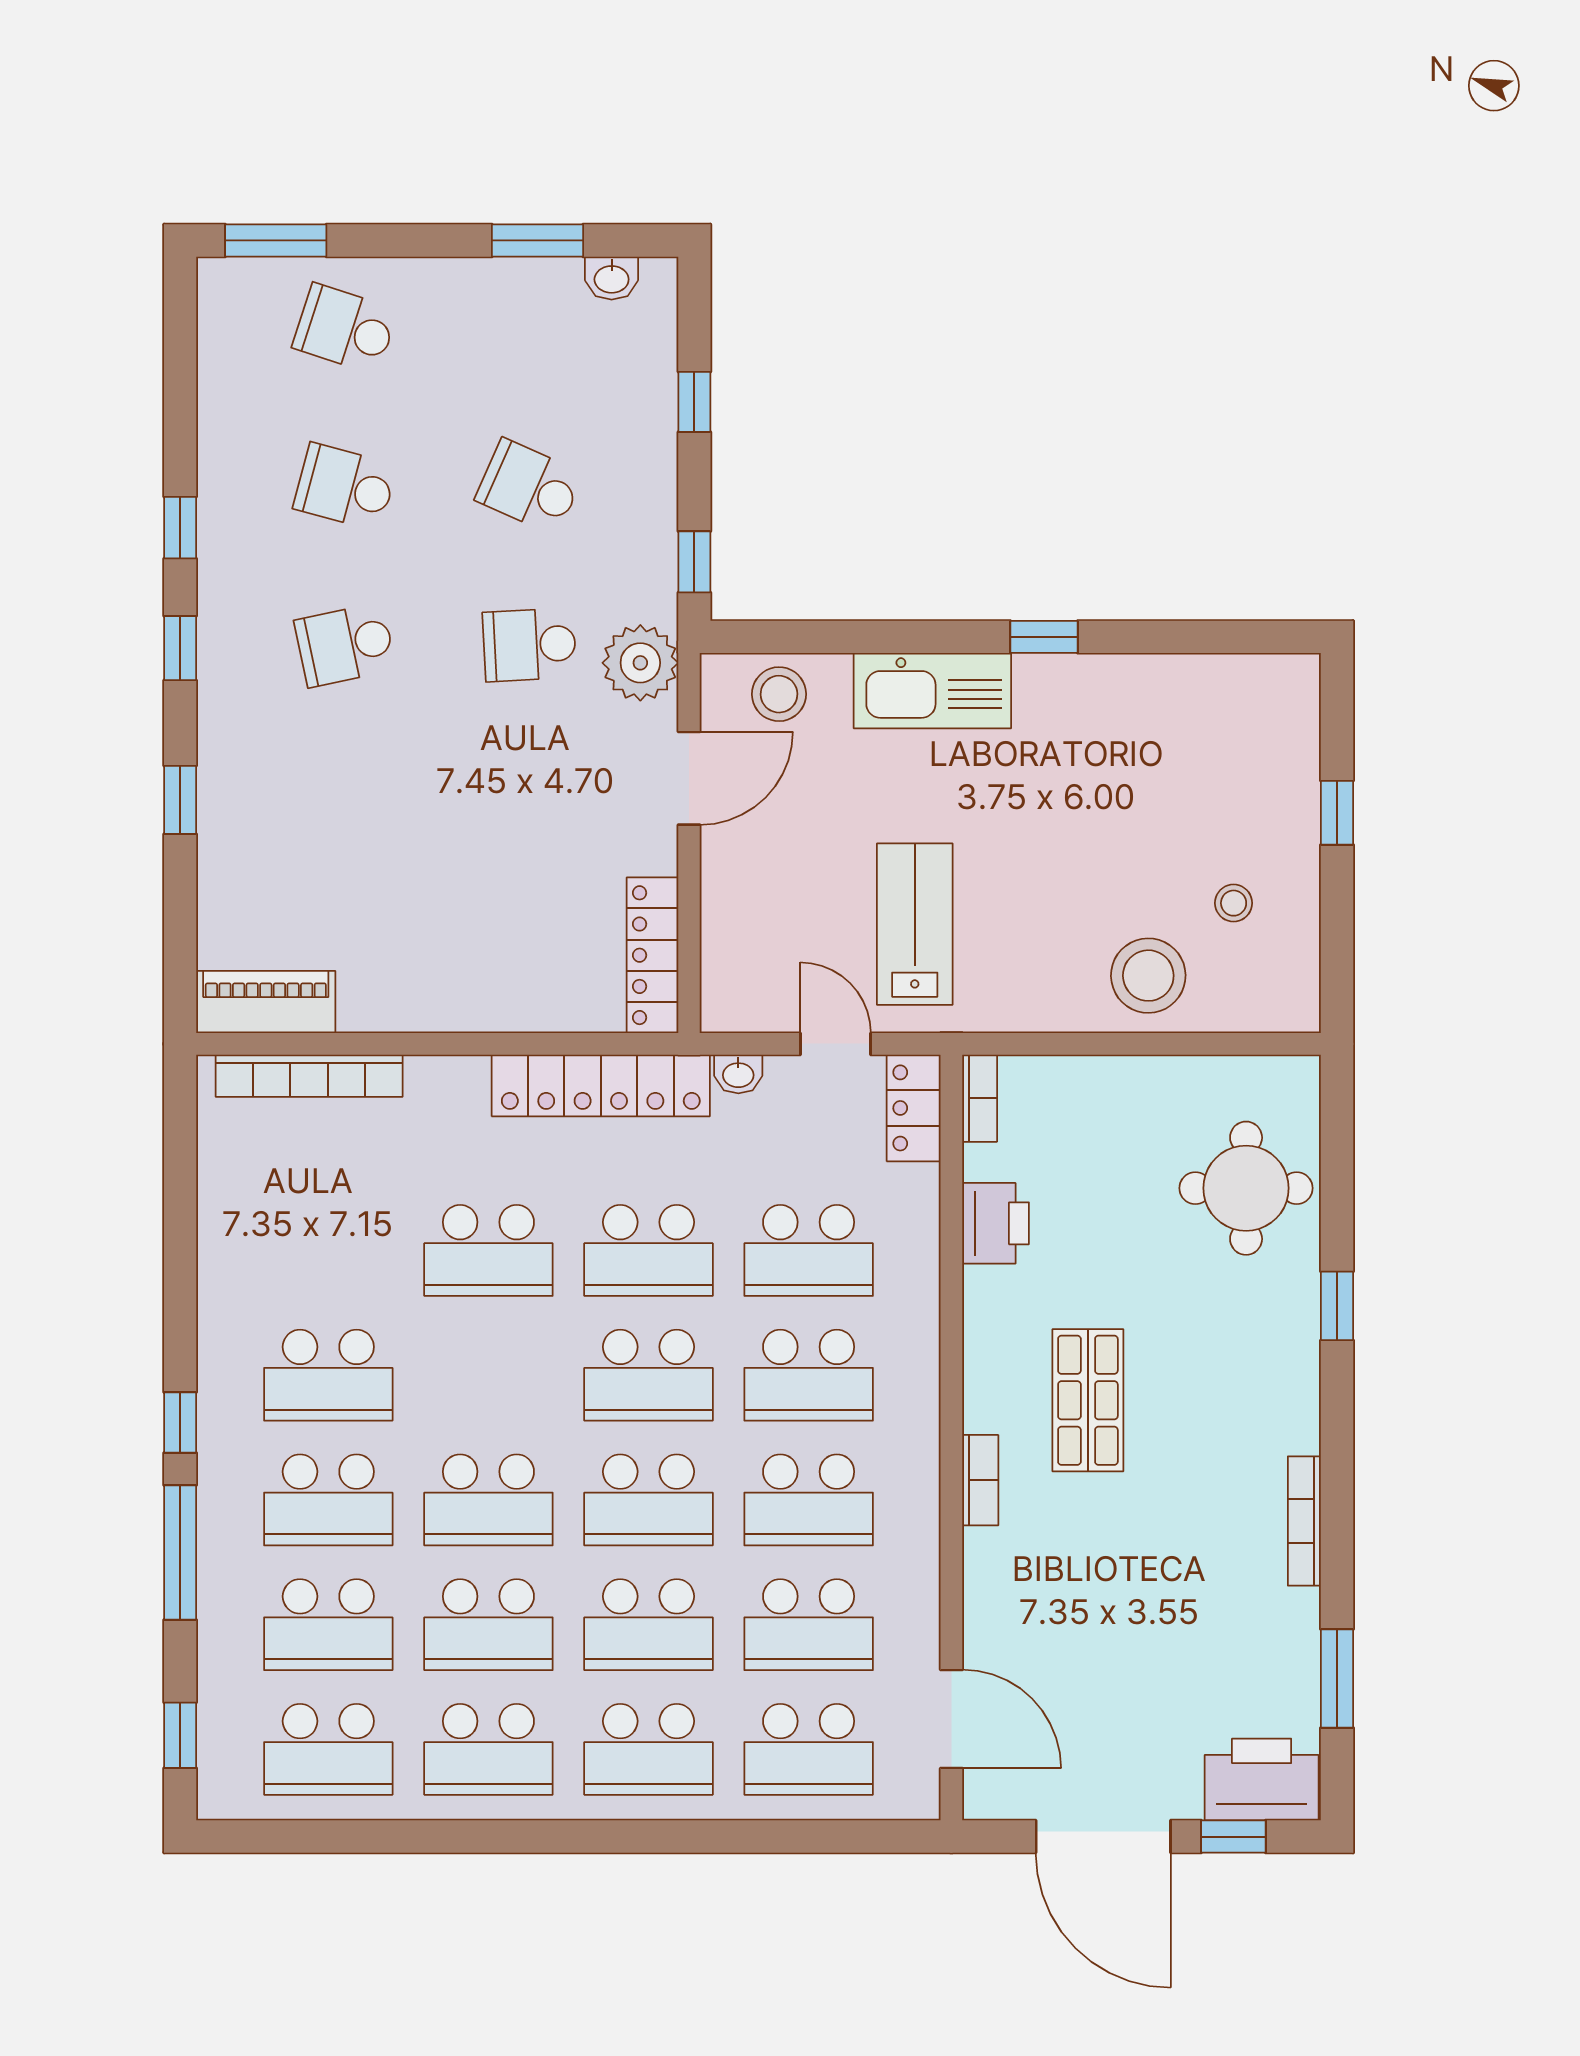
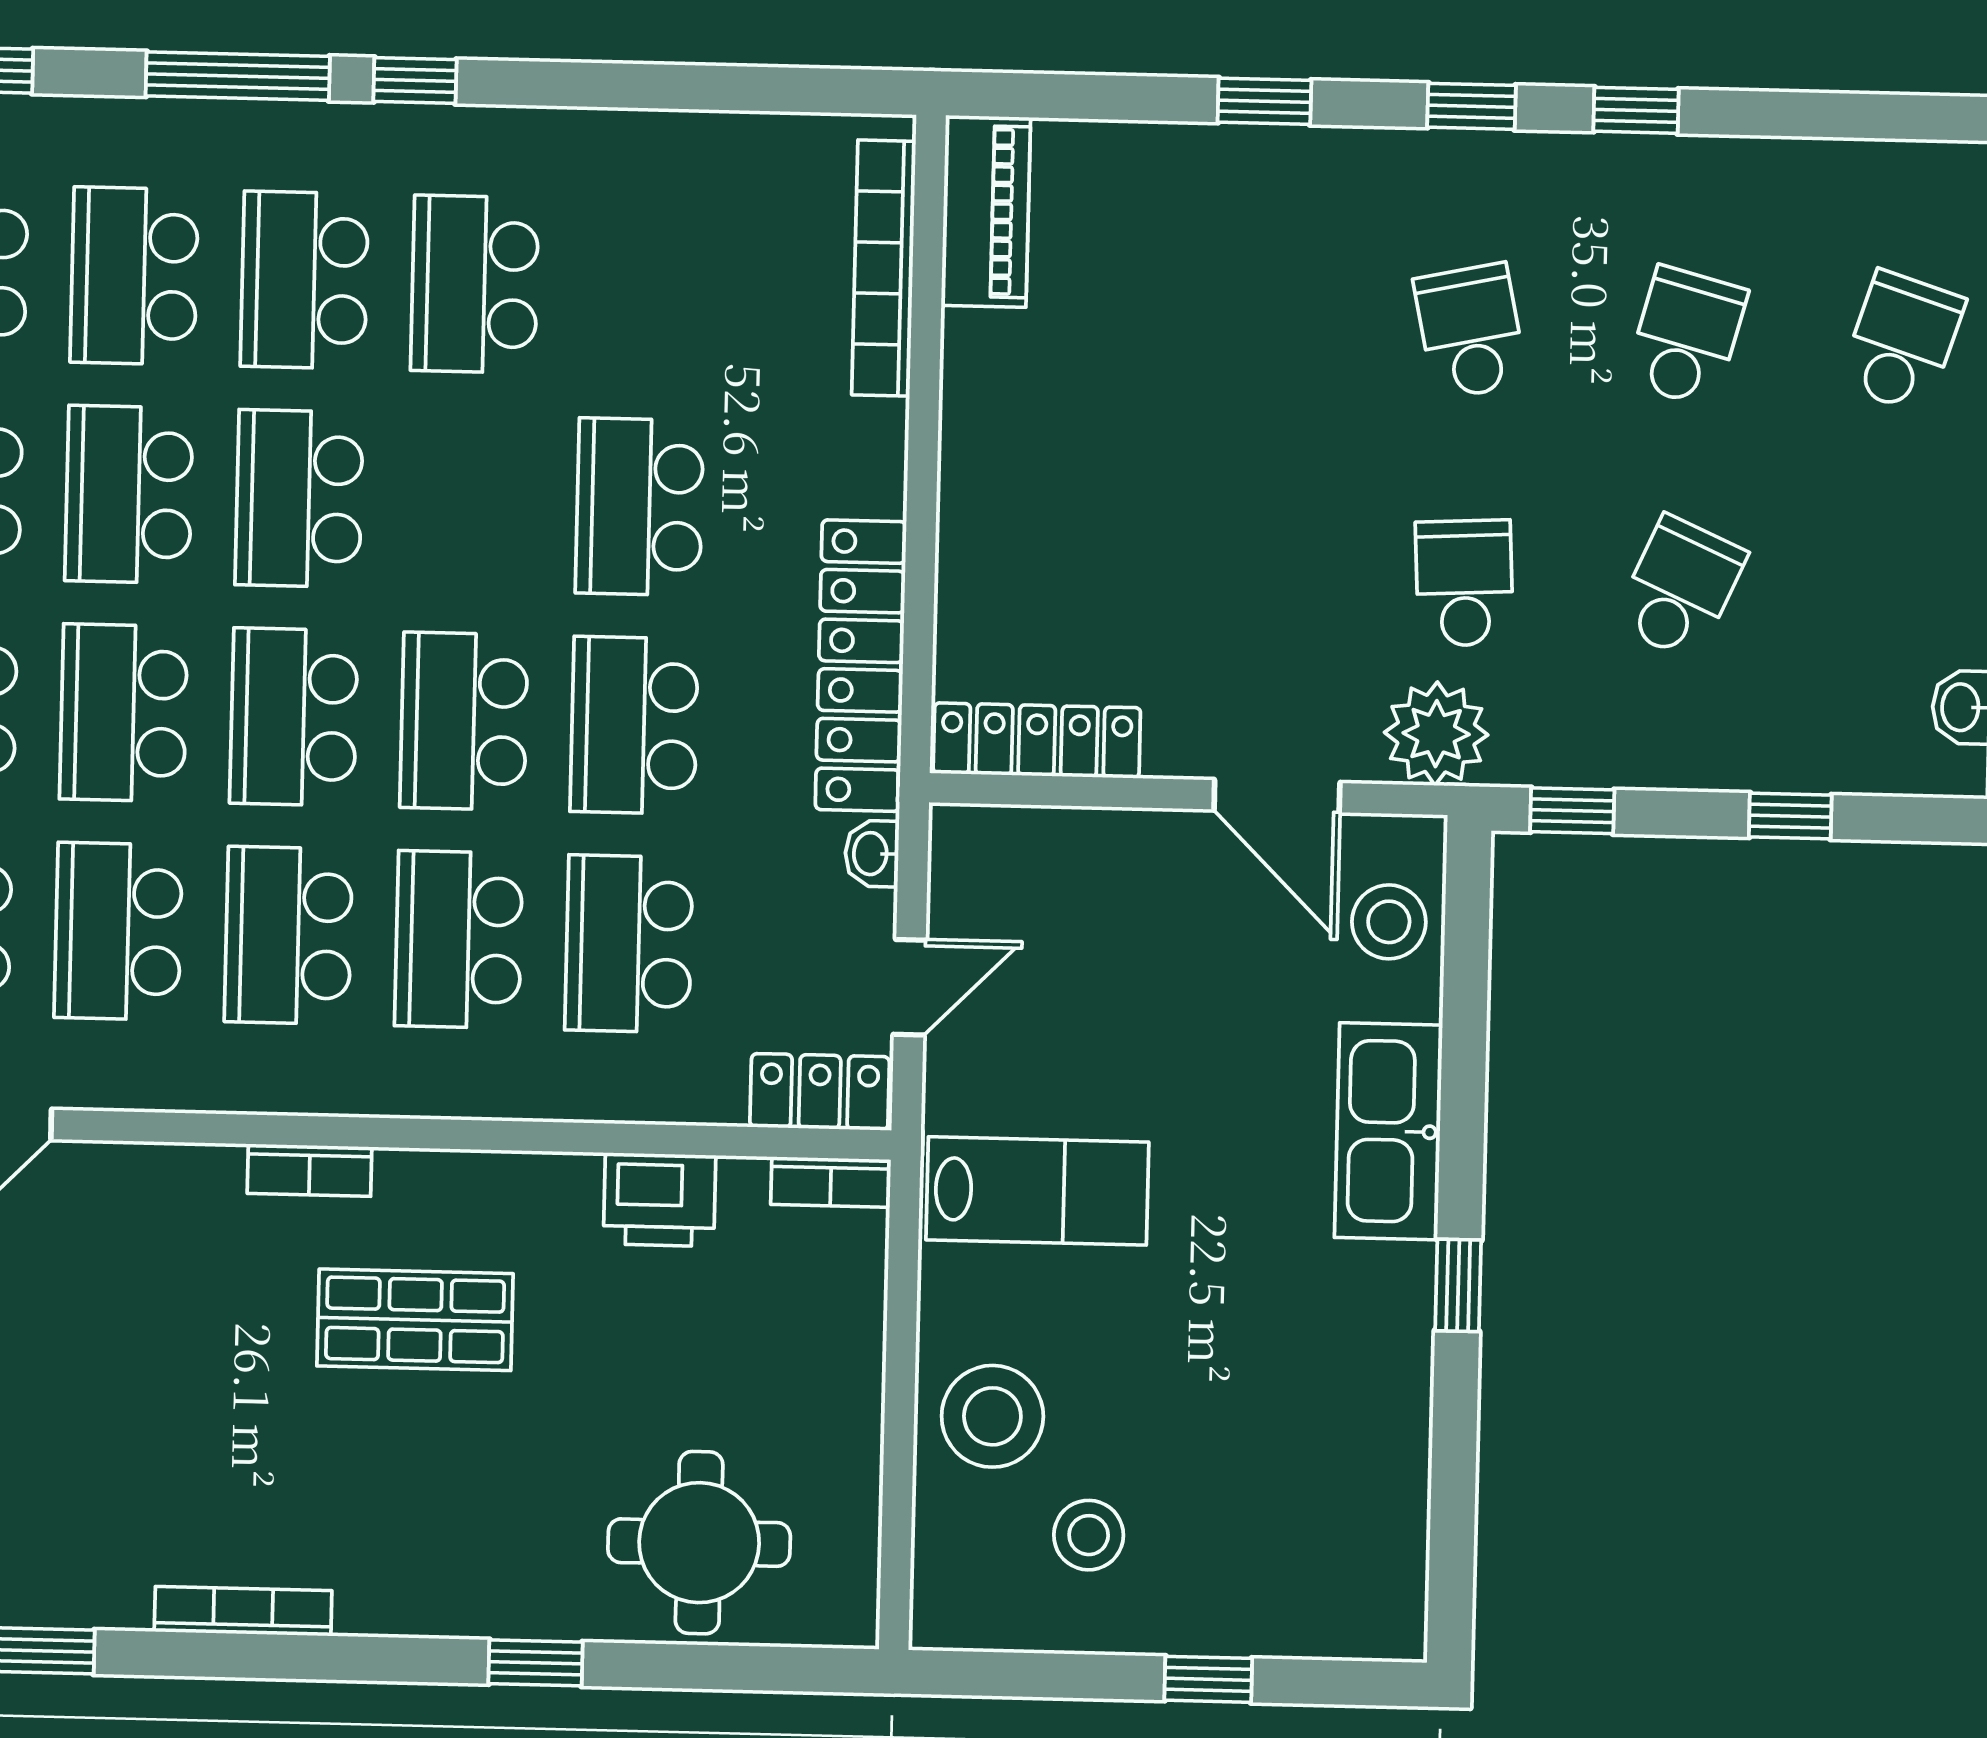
stool: (1234, 903) -> (1089, 1535), width x1.37, depth x1.37
lab bench: (915, 924) -> (1037, 1191), moved

